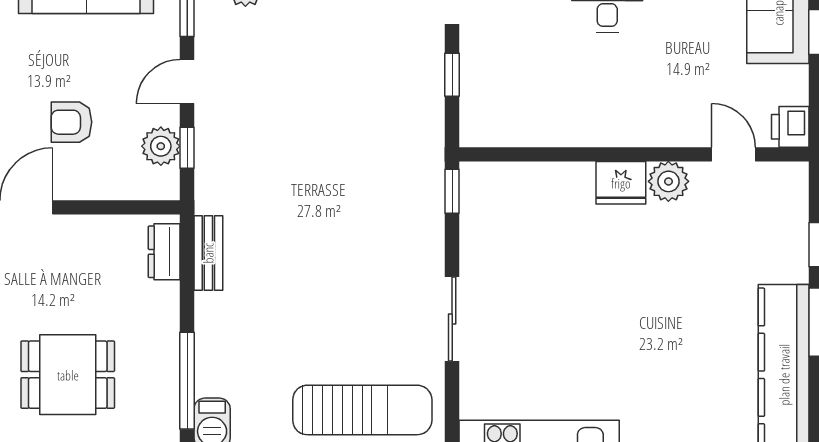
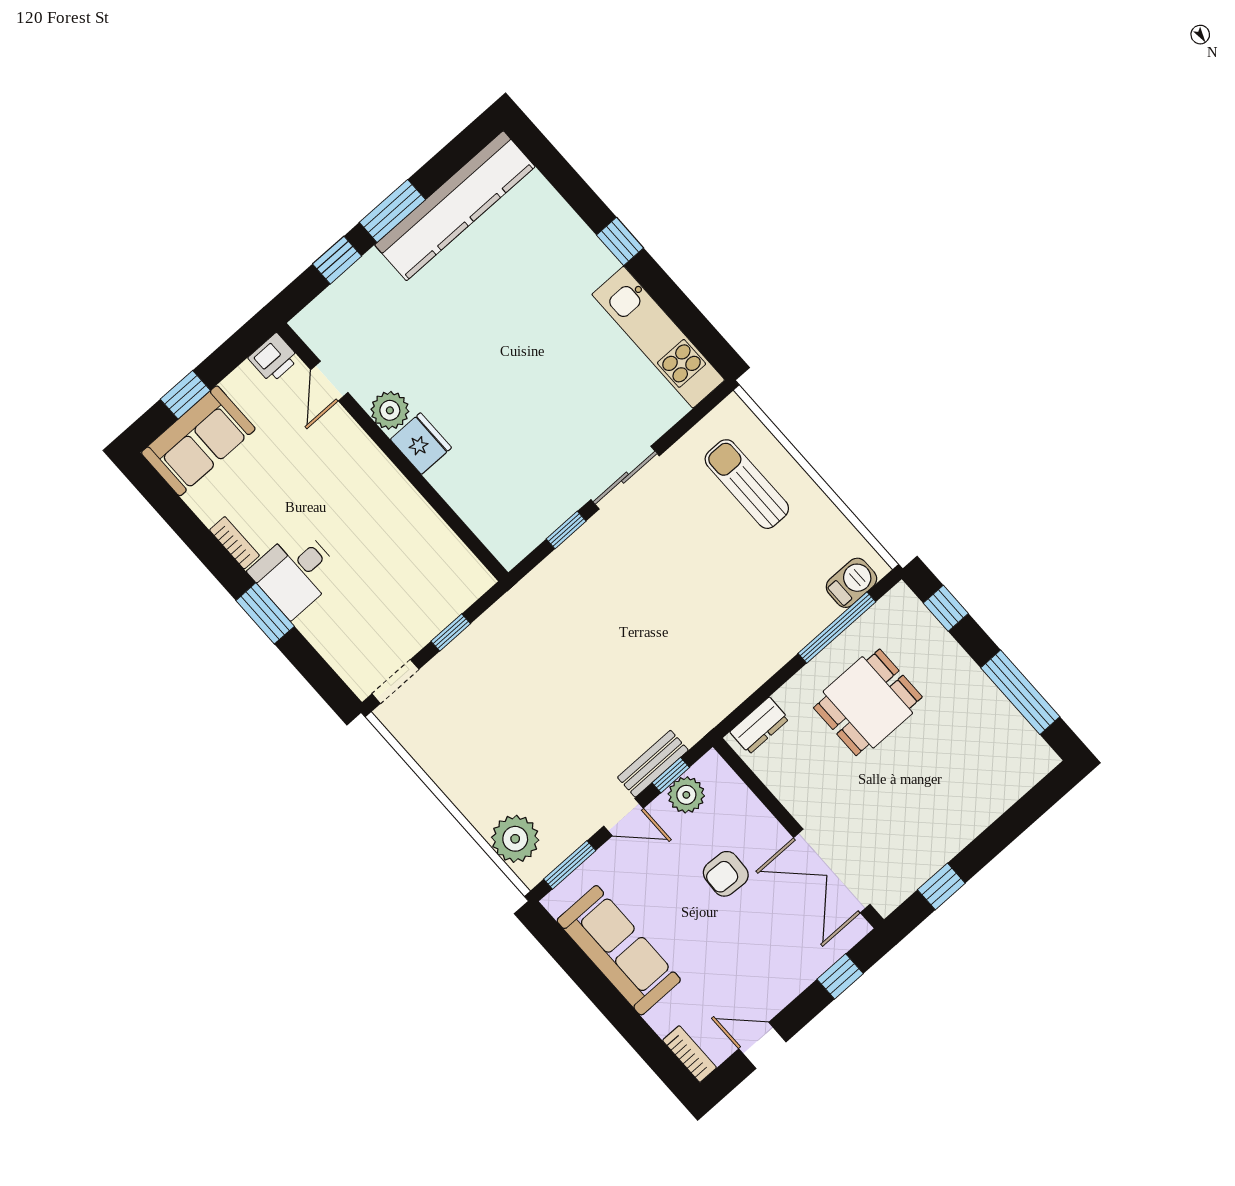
armchair: (71, 122) -> (726, 874), turned 93
window: (452, 191) -> (566, 530), moved
bench: (208, 253) -> (653, 764), moved
dining table: (68, 375) -> (868, 702), moved, turned 90
sun lounger: (362, 410) -> (747, 484), width x0.73, depth x0.75

